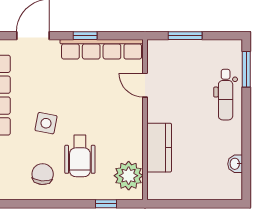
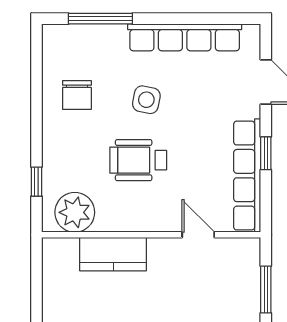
door: (145, 85) -> (198, 235), hinge flipped
wheelchair: (80, 156) -> (138, 160), moved
chair: (43, 174) -> (77, 95), turned 85

